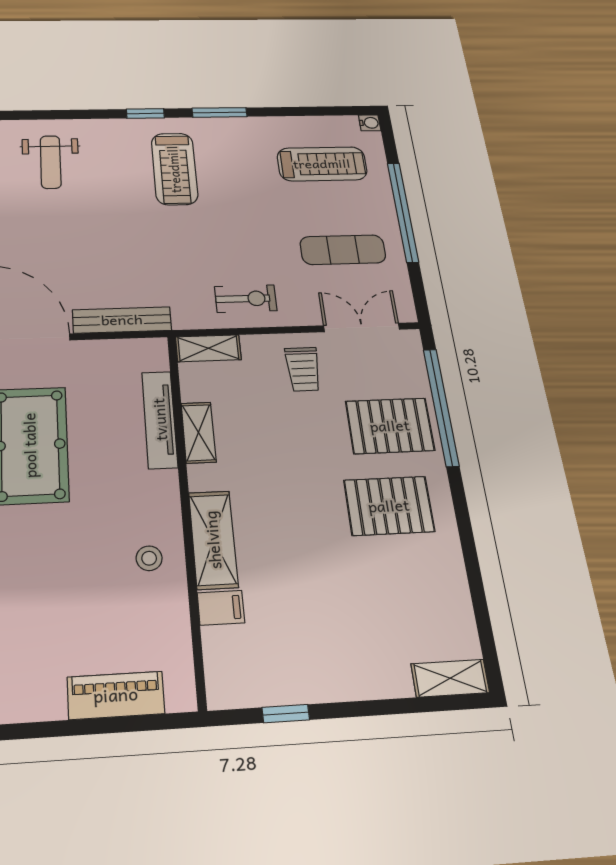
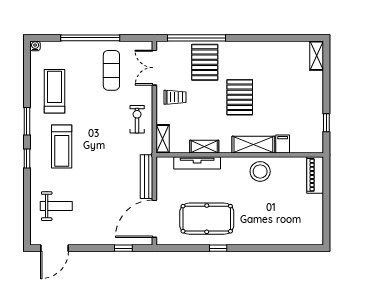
treadmill: (322, 164) -> (54, 91), moved
treadmill: (174, 169) -> (62, 147), turned 90
pallet: (389, 506) -> (240, 97), moved
stool: (149, 558) -> (260, 171), width x1.89, depth x1.89
piano: (116, 695) -> (315, 175), moved

